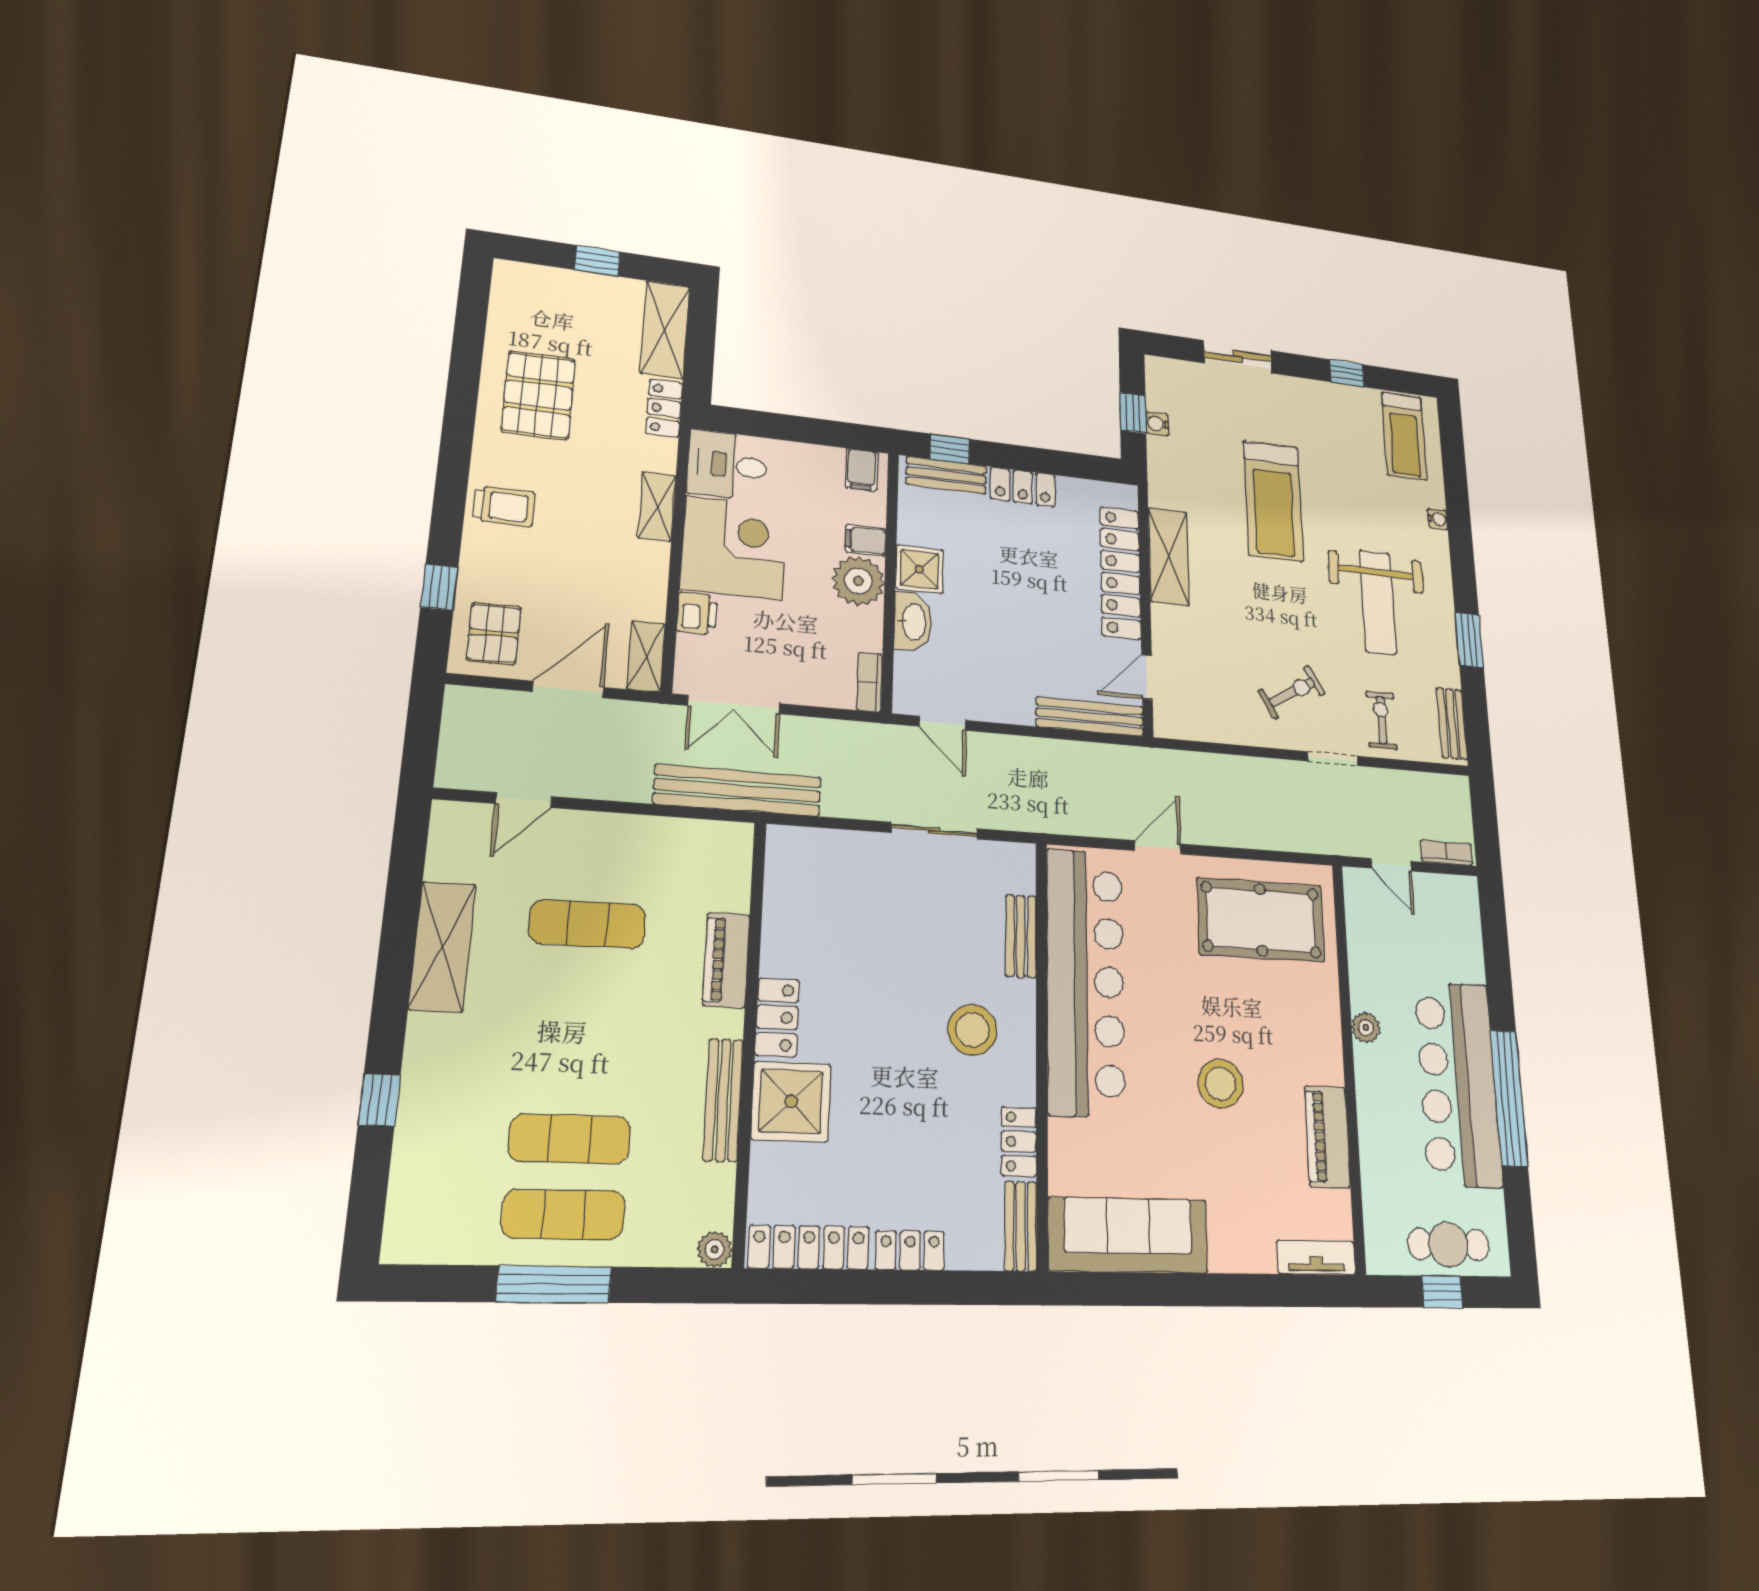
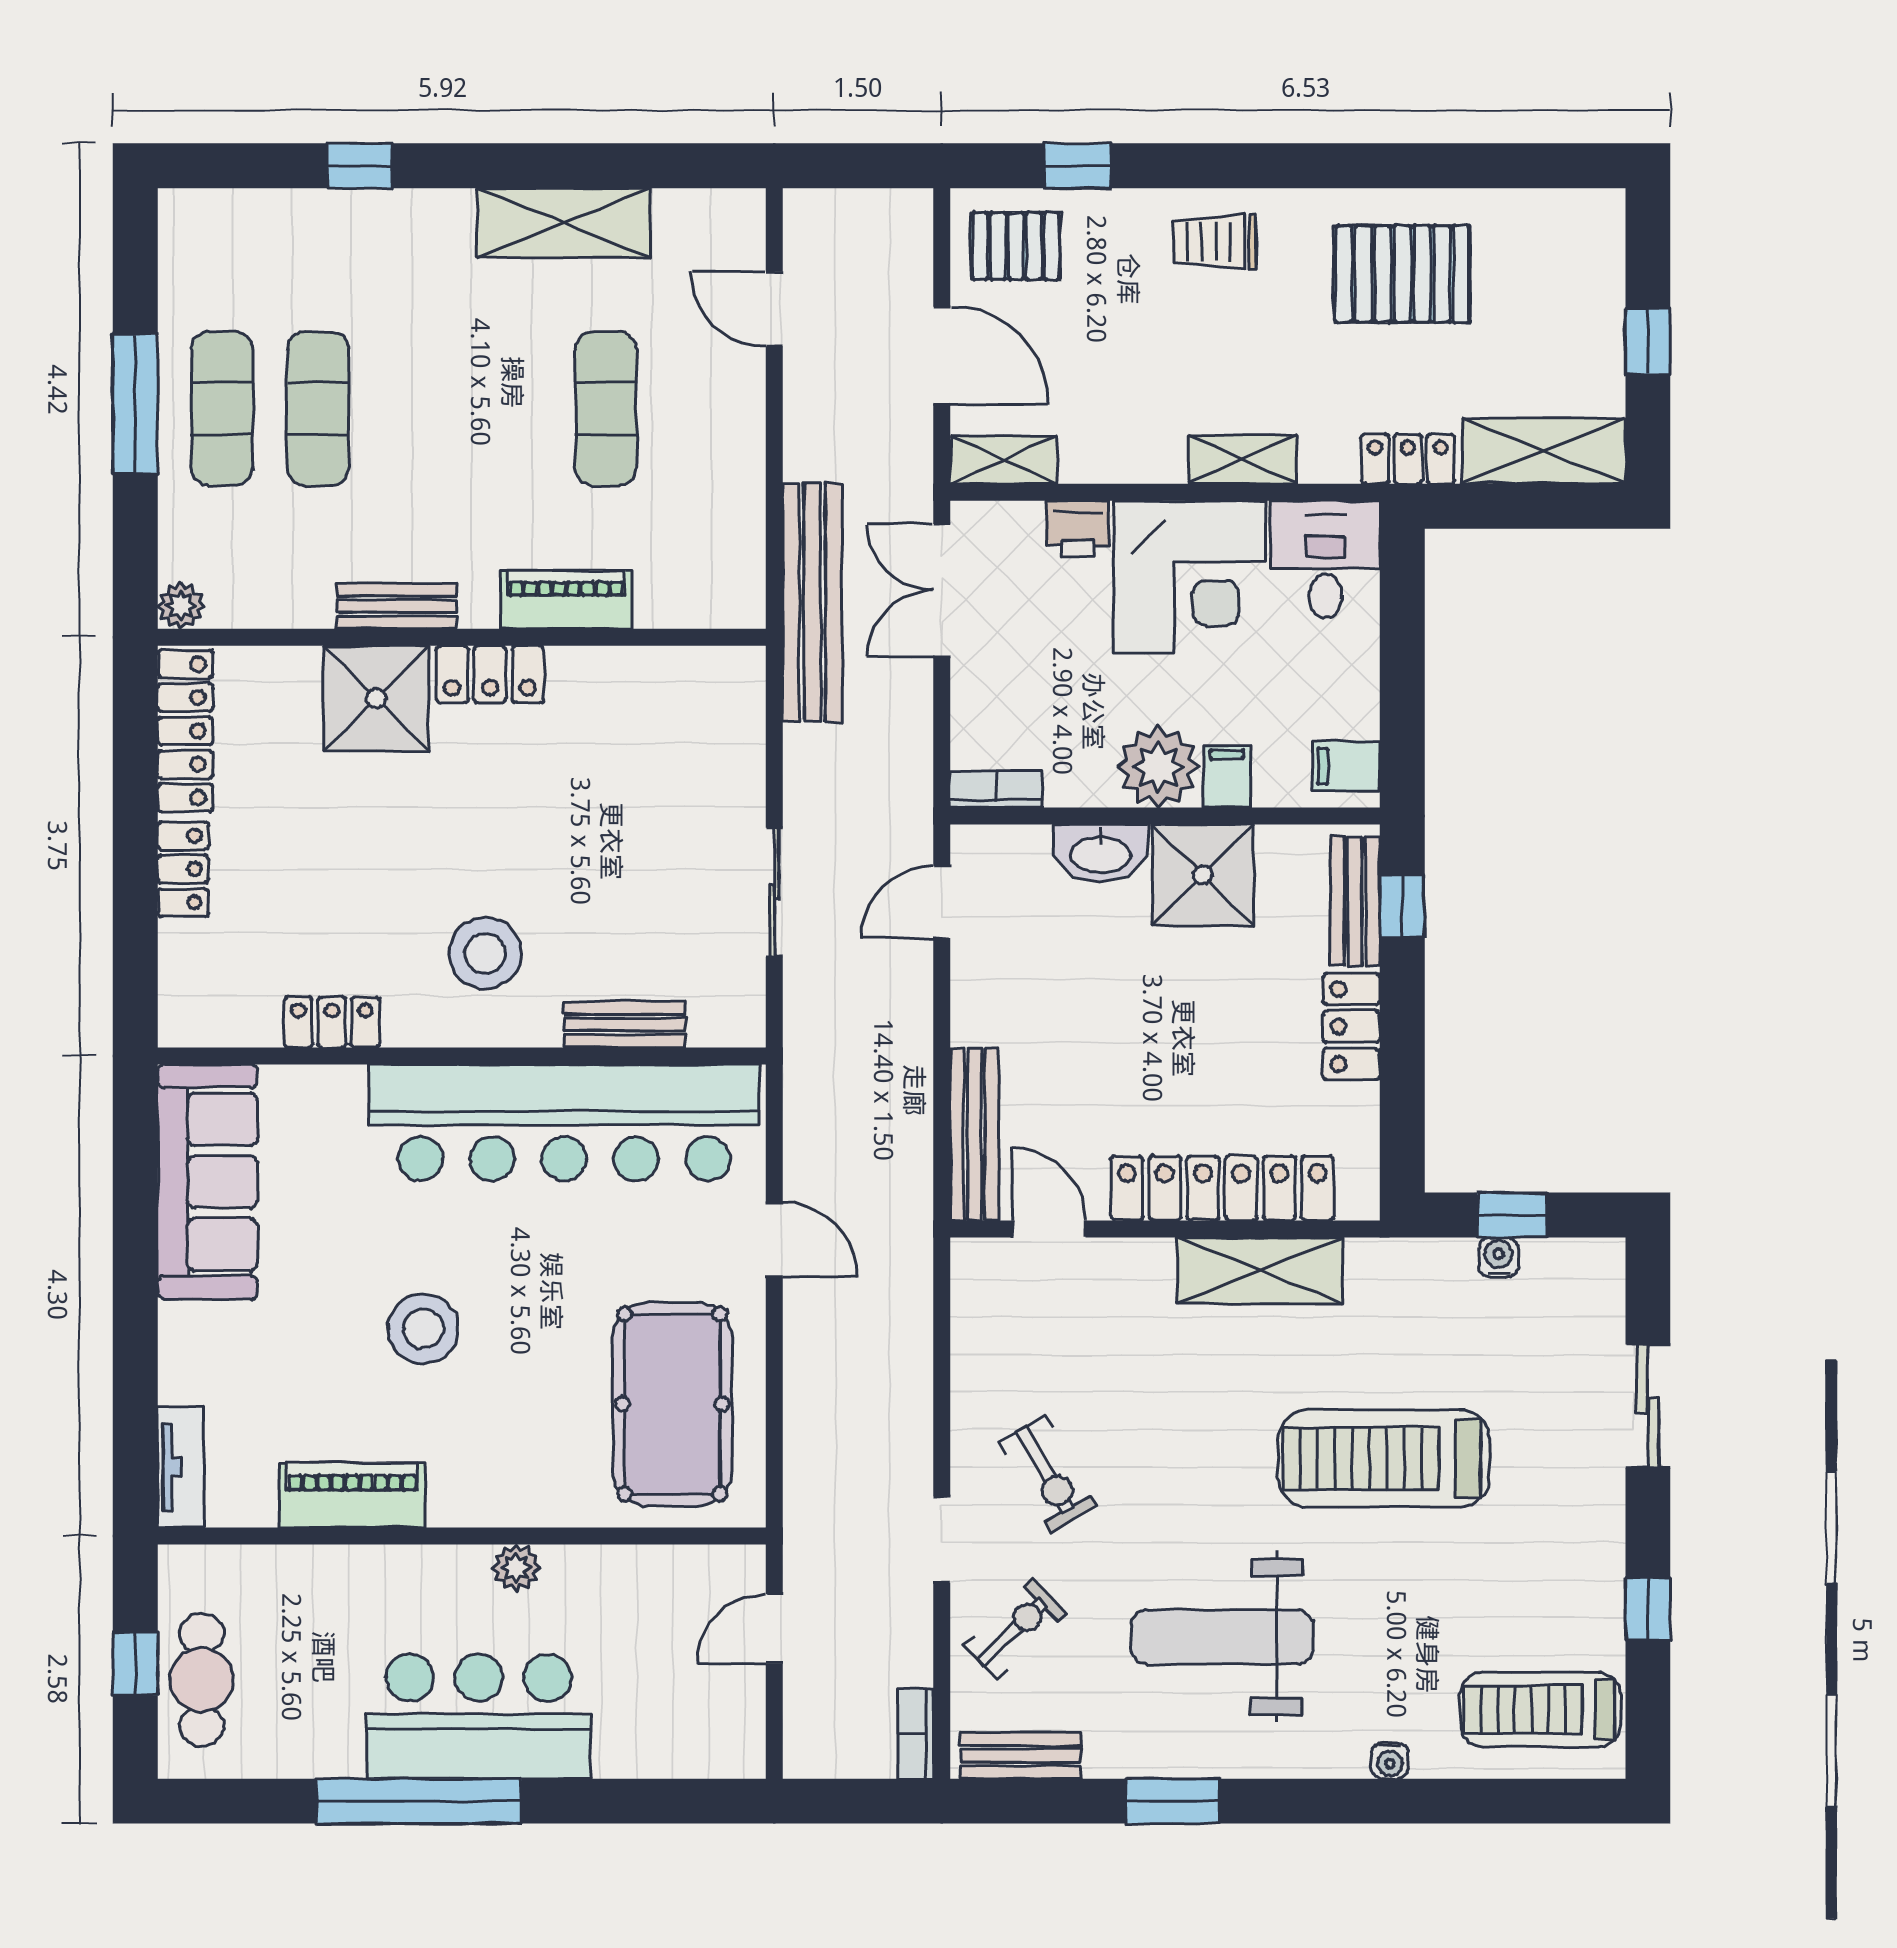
trolley: (504, 506) -> (1215, 242), turned 90
shower: (919, 569) -> (1203, 875), width x1.36, depth x1.36
exercise bike: (1381, 720) -> (1015, 1629), turned -44
bookcase: (1446, 853) -> (915, 1734), moved, turned 180
bar counter: (1458, 1083) -> (479, 1716), width x0.73
bench: (723, 1100) -> (397, 606), width x0.73
bench: (1021, 1226) -> (217, 1025), removed

